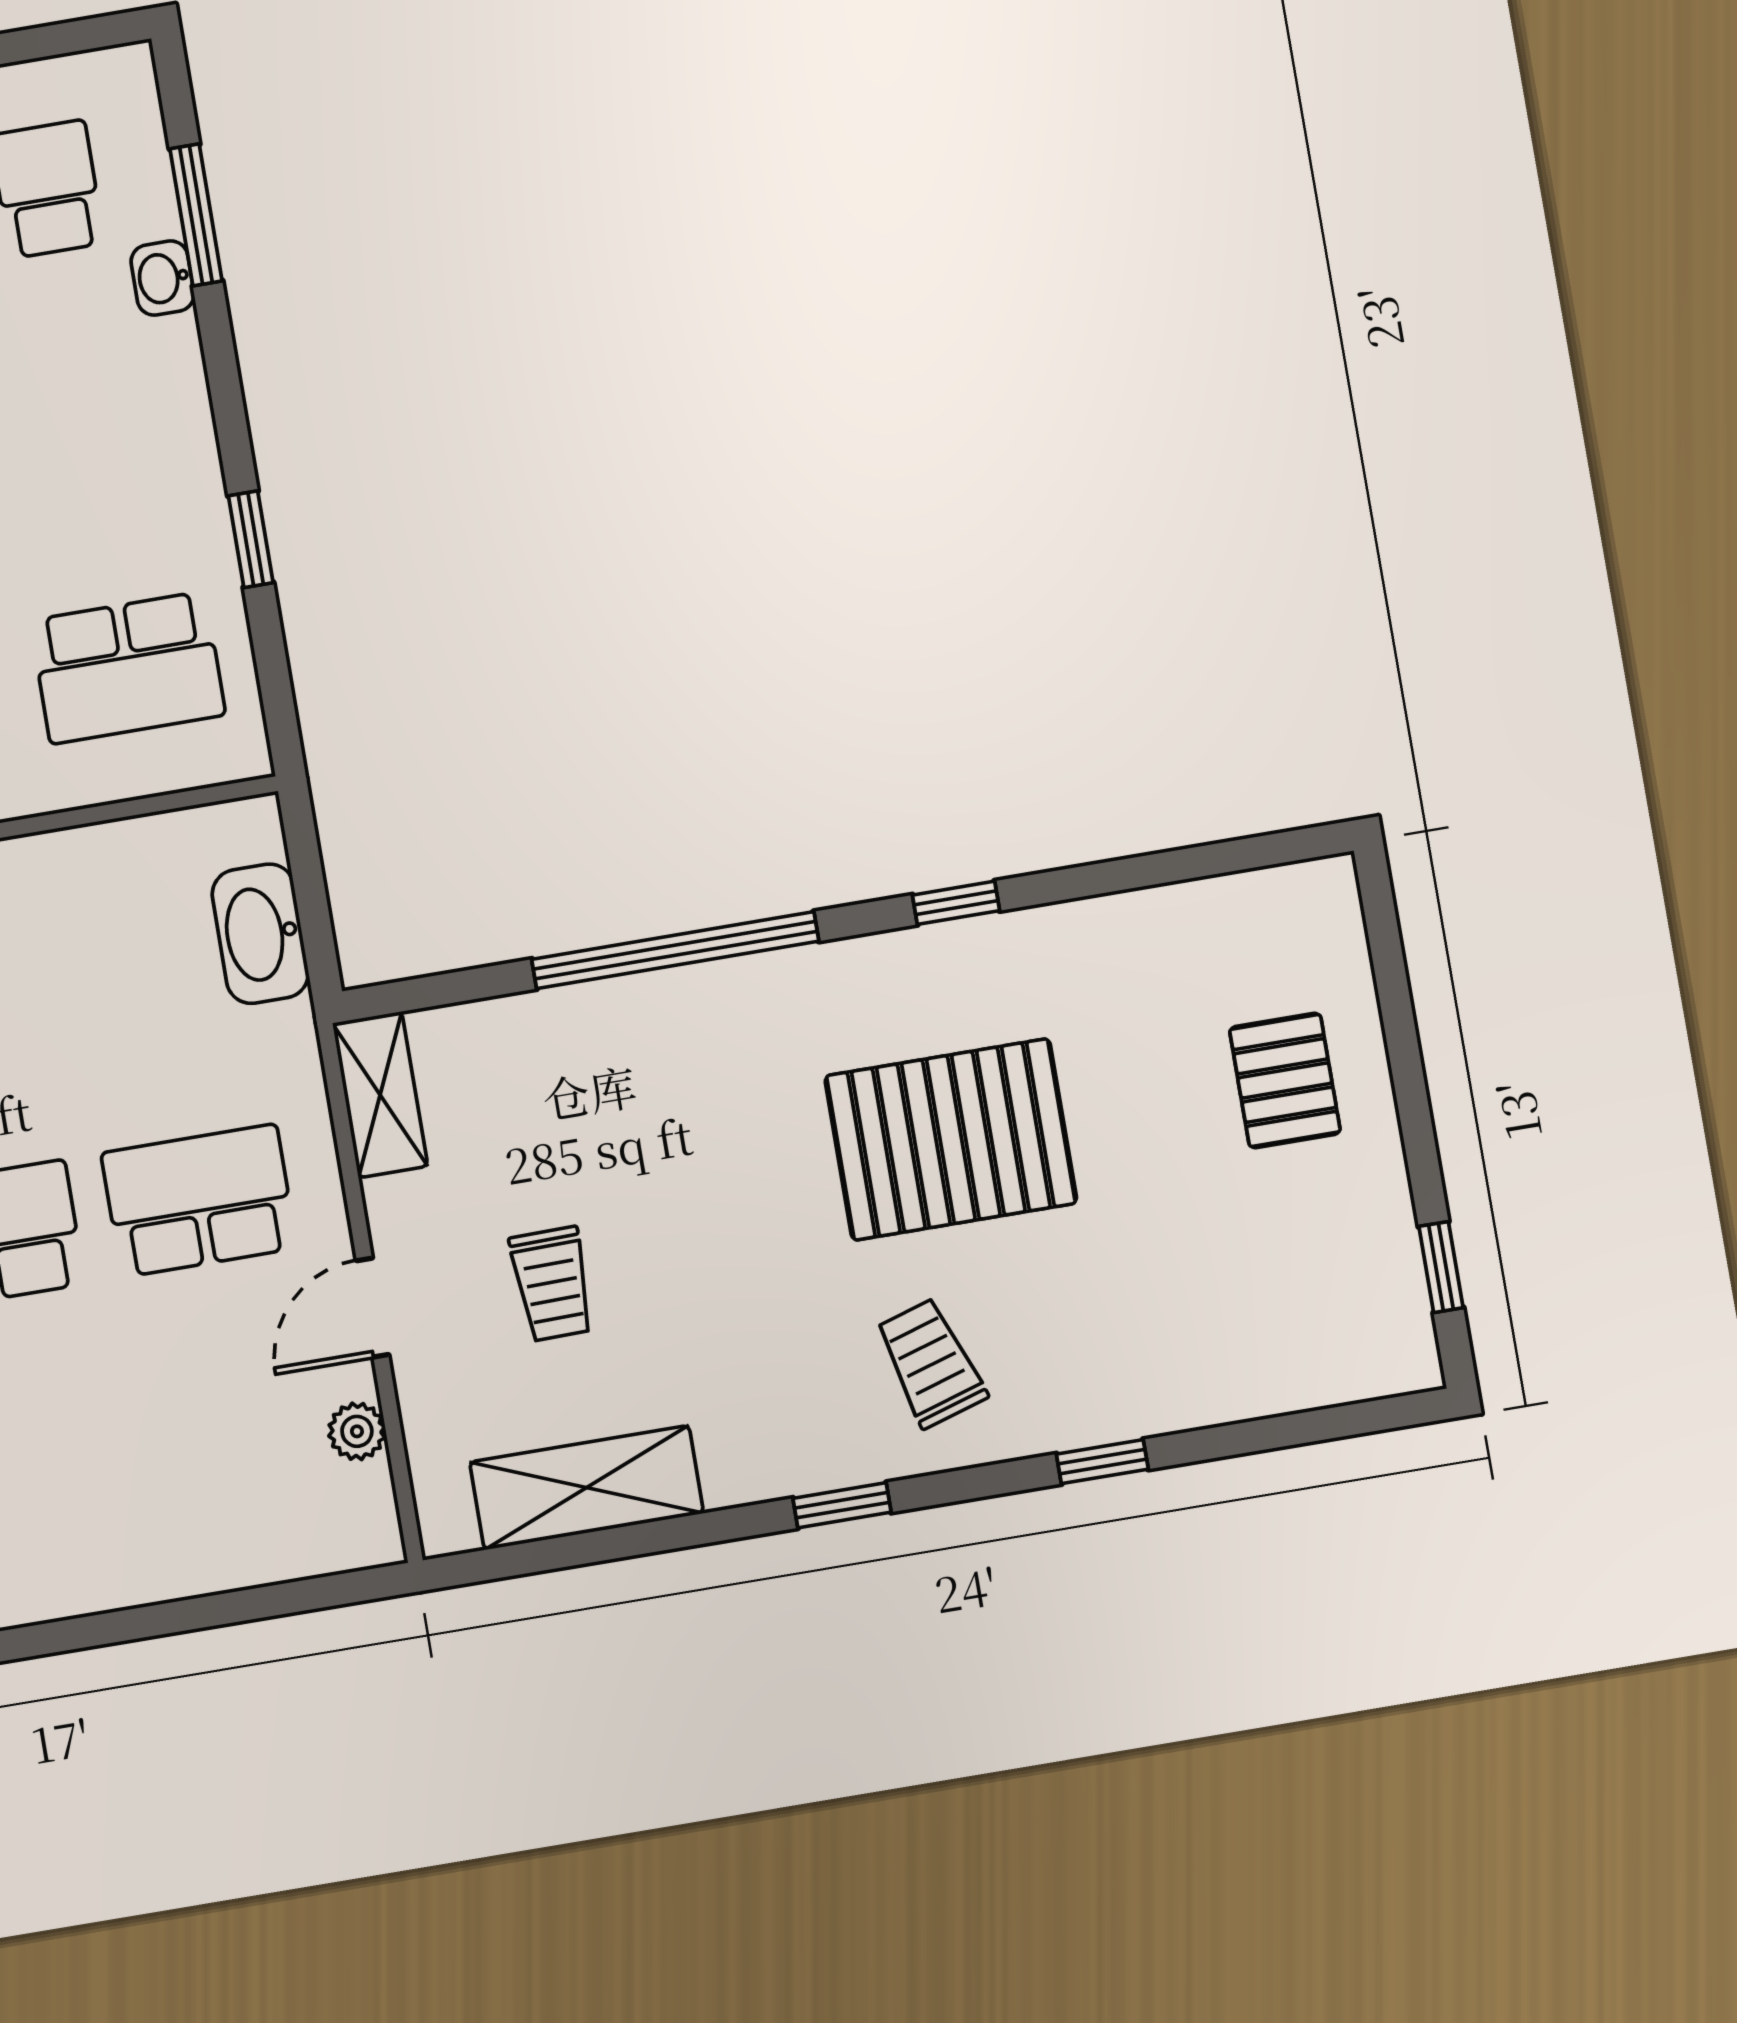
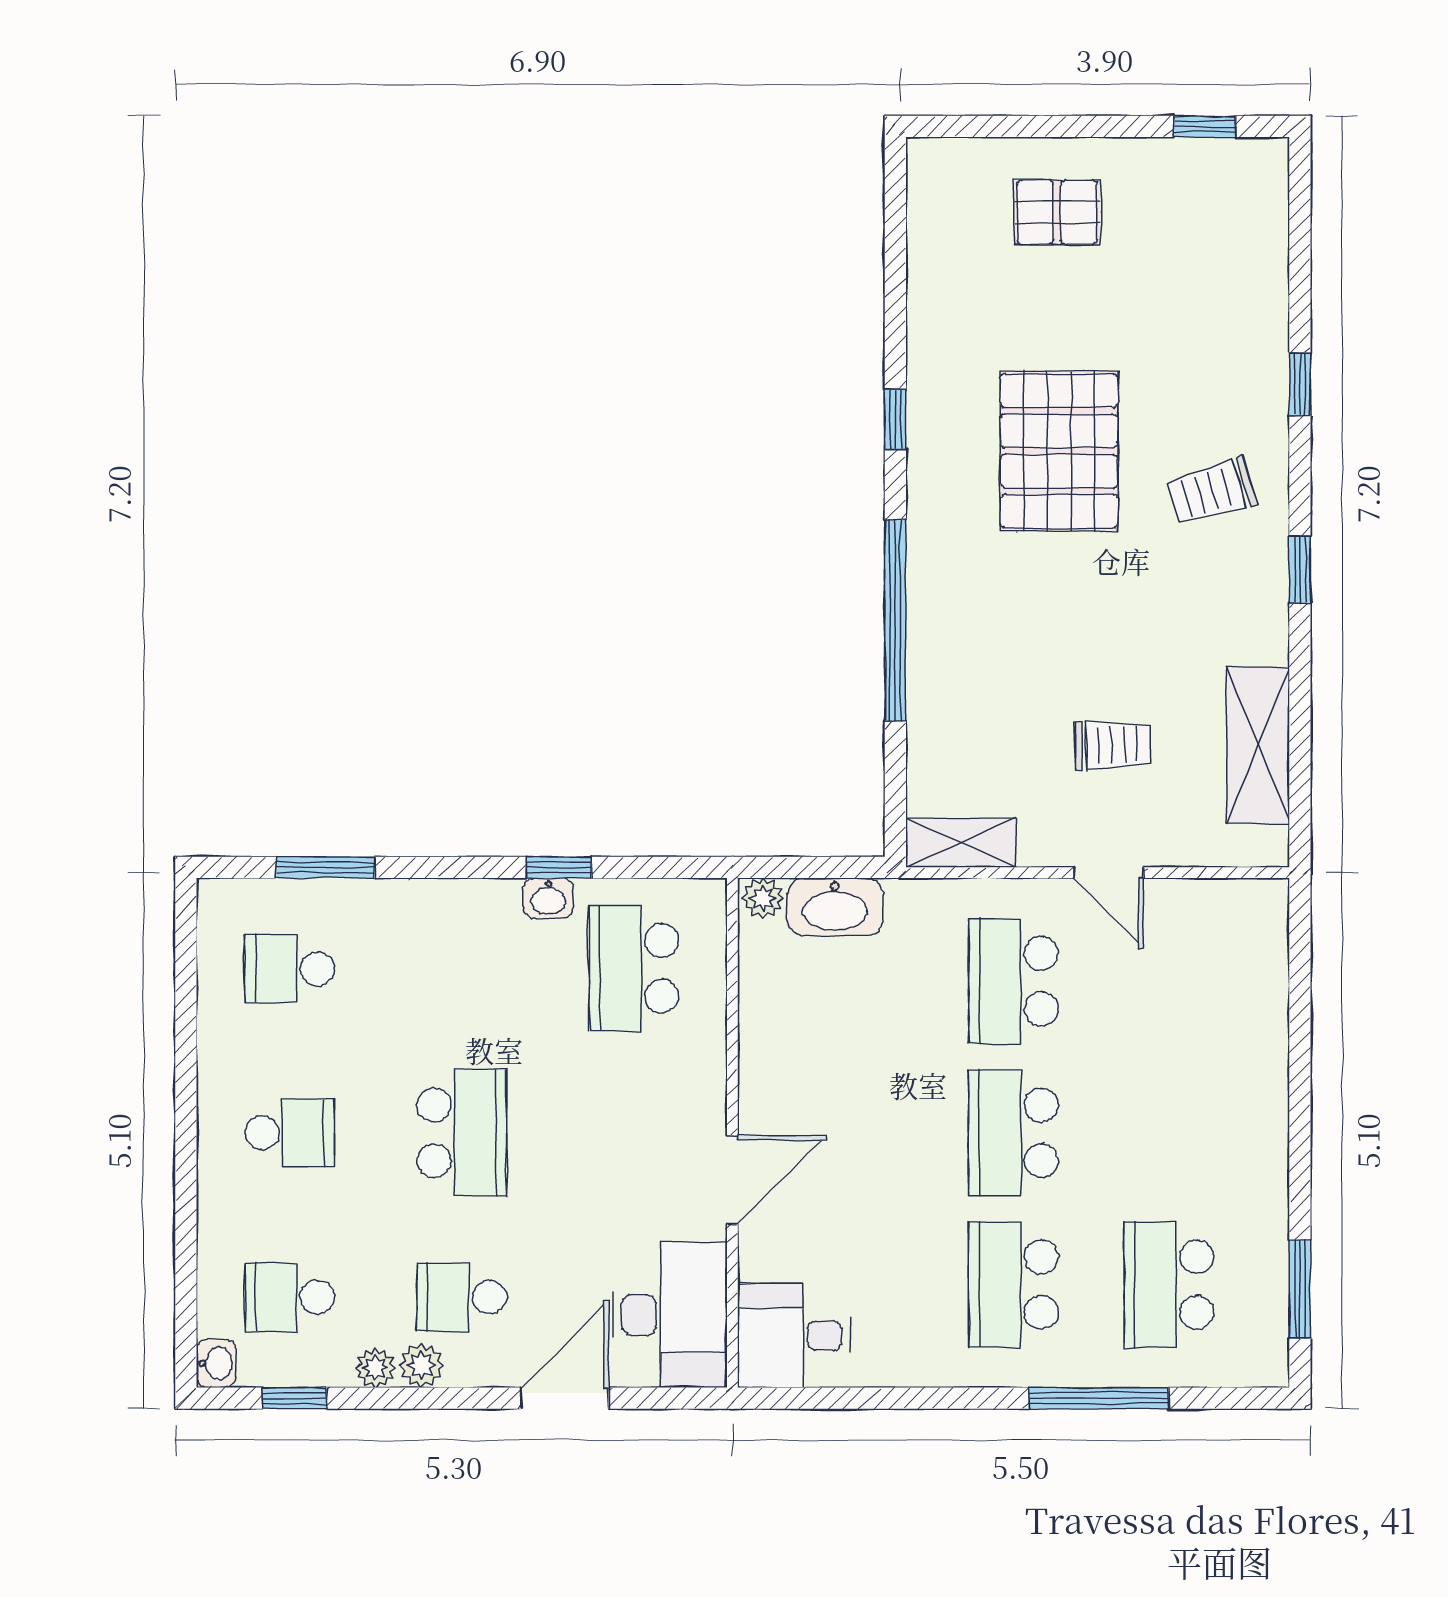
washbasin: (163, 278) -> (548, 898), moved
school desk: (128, 668) -> (634, 968), turned 180
plant: (357, 1431) -> (763, 898), moved

